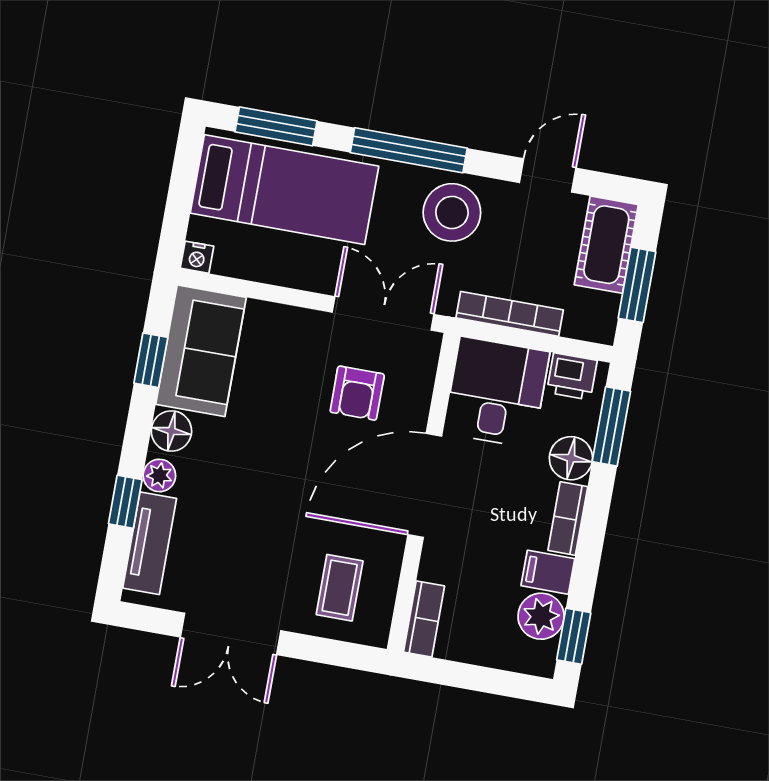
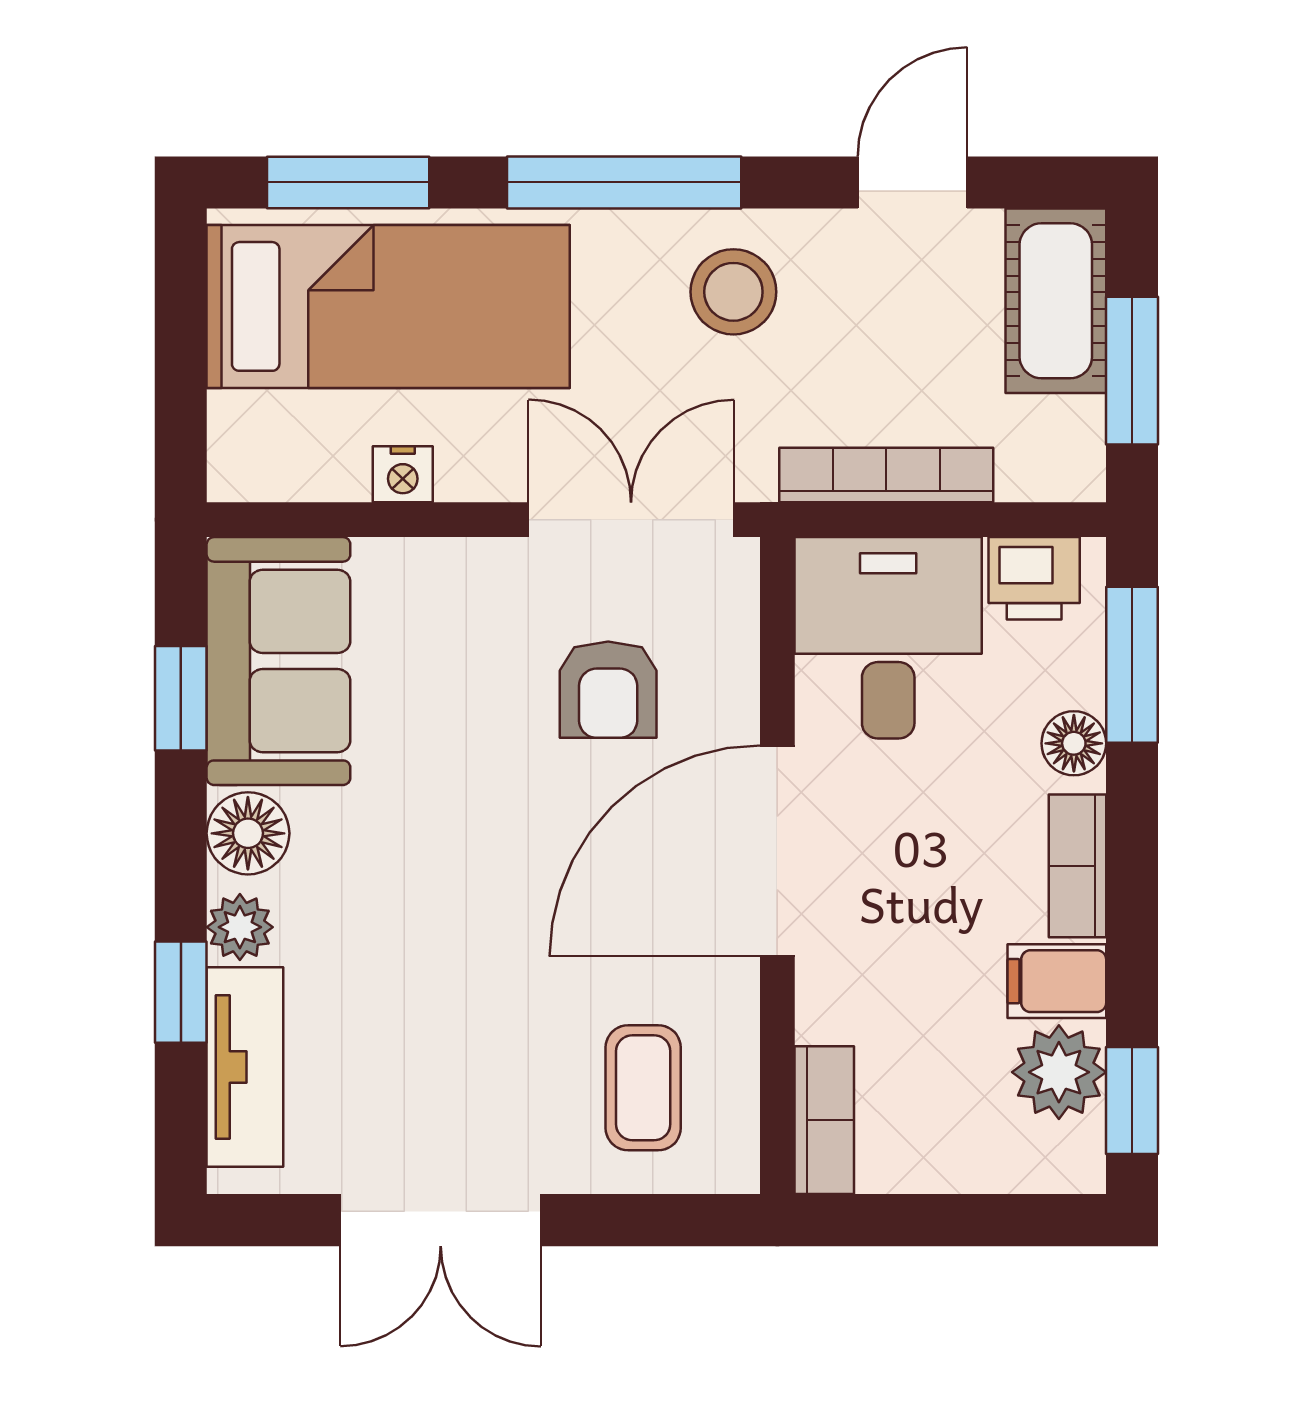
stool: (452, 212) -> (733, 292), width x0.73, depth x0.73
nightstand: (197, 257) -> (403, 474), moved
floor lamp: (571, 458) -> (1074, 743), width x0.73, depth x0.73

